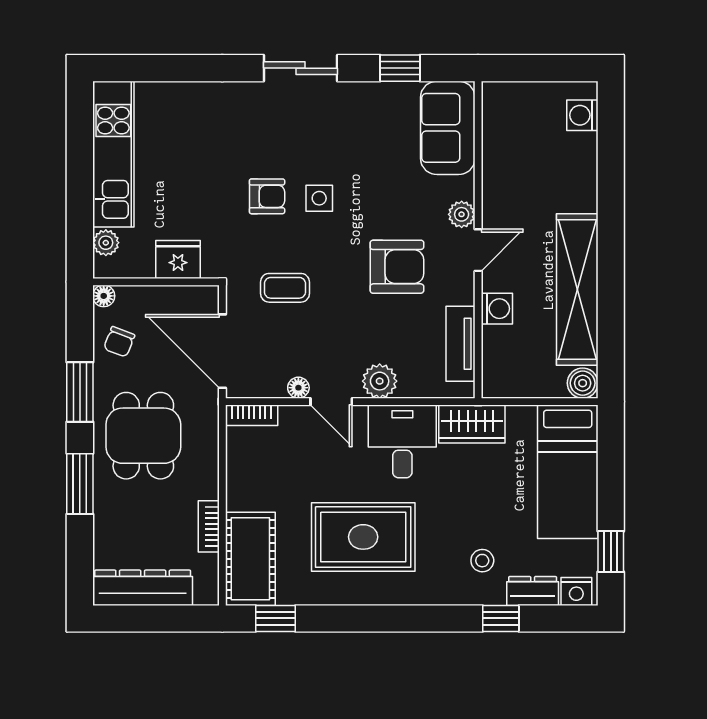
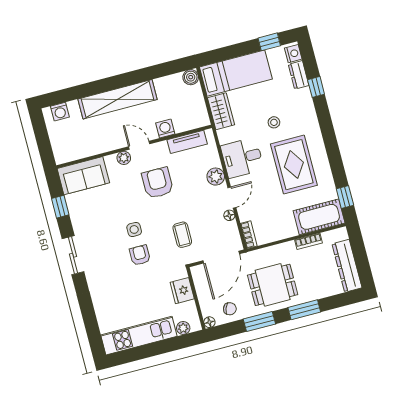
shelving: (577, 290) -> (117, 99), moved
wardrobe: (472, 424) -> (221, 111), moved
stool: (482, 561) -> (274, 122), moved

